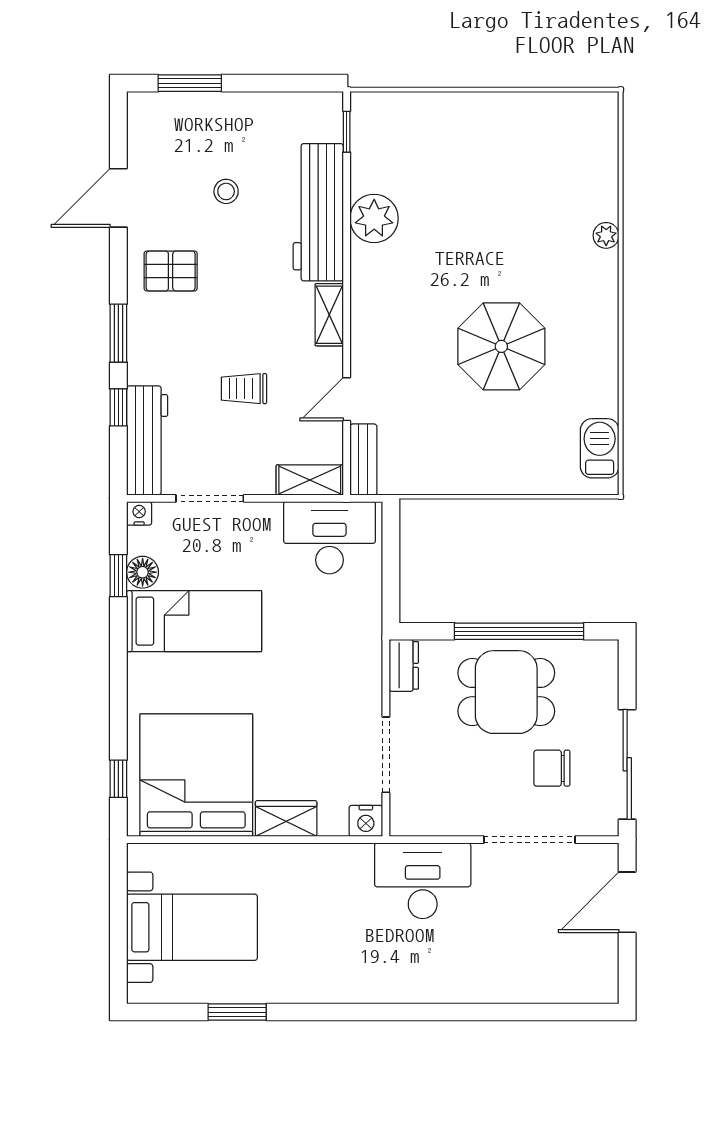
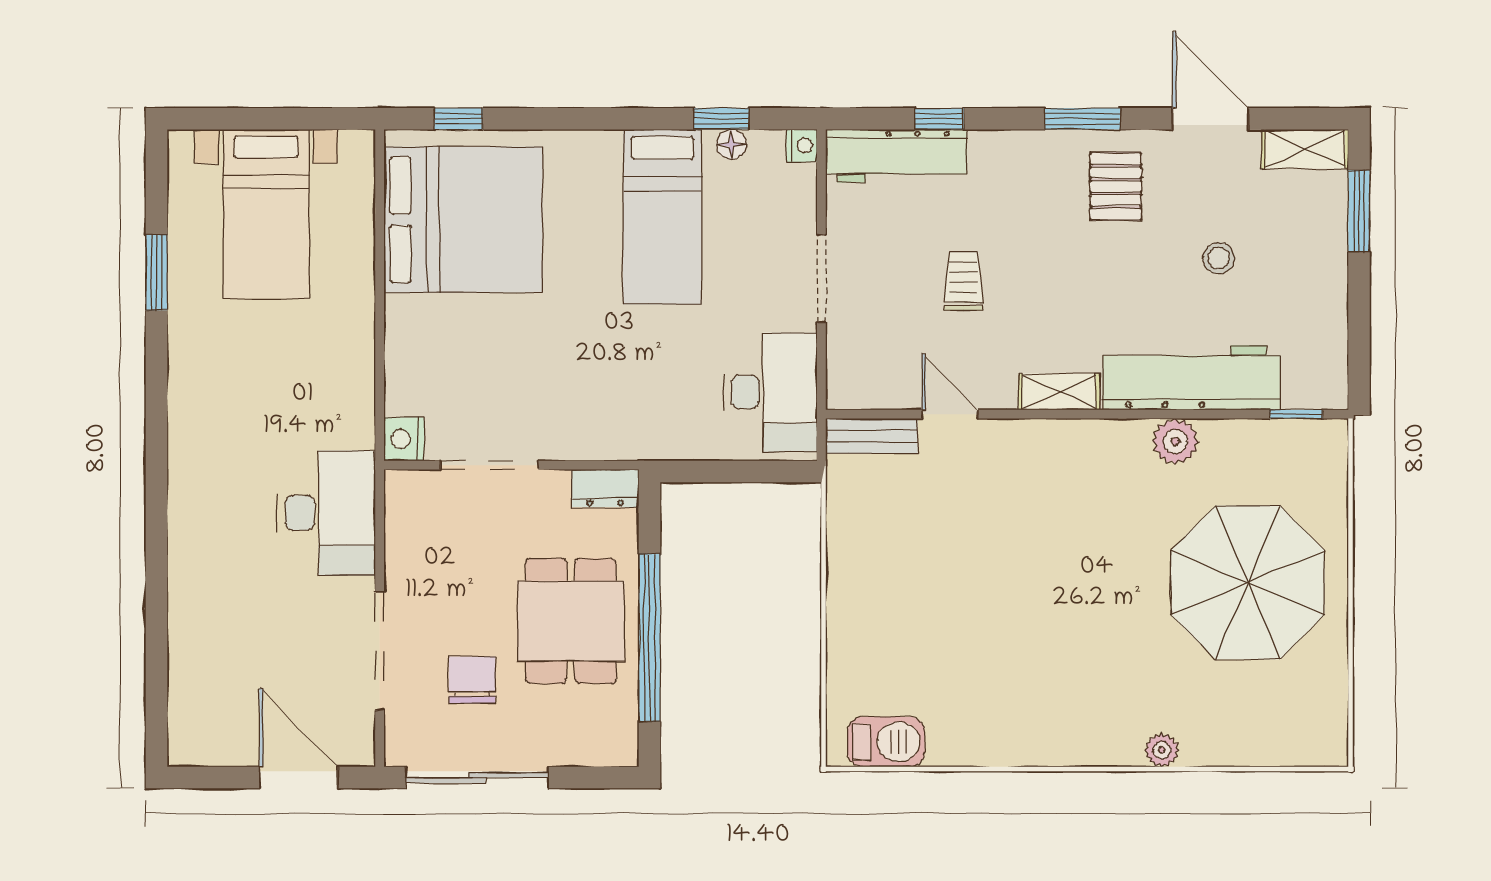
plant: (374, 218) -> (1175, 441), width x0.73, depth x0.73
window: (118, 333) -> (1082, 119), moved
parasol: (501, 346) -> (1248, 583), moved, width x1.36, depth x1.36
shelving: (310, 480) -> (1305, 149), moved, turned 90
doorway: (210, 498) -> (821, 279), moved
floor lamp: (143, 572) -> (731, 144), width x0.73, depth x0.73
wardrobe: (286, 819) -> (407, 336), removed

